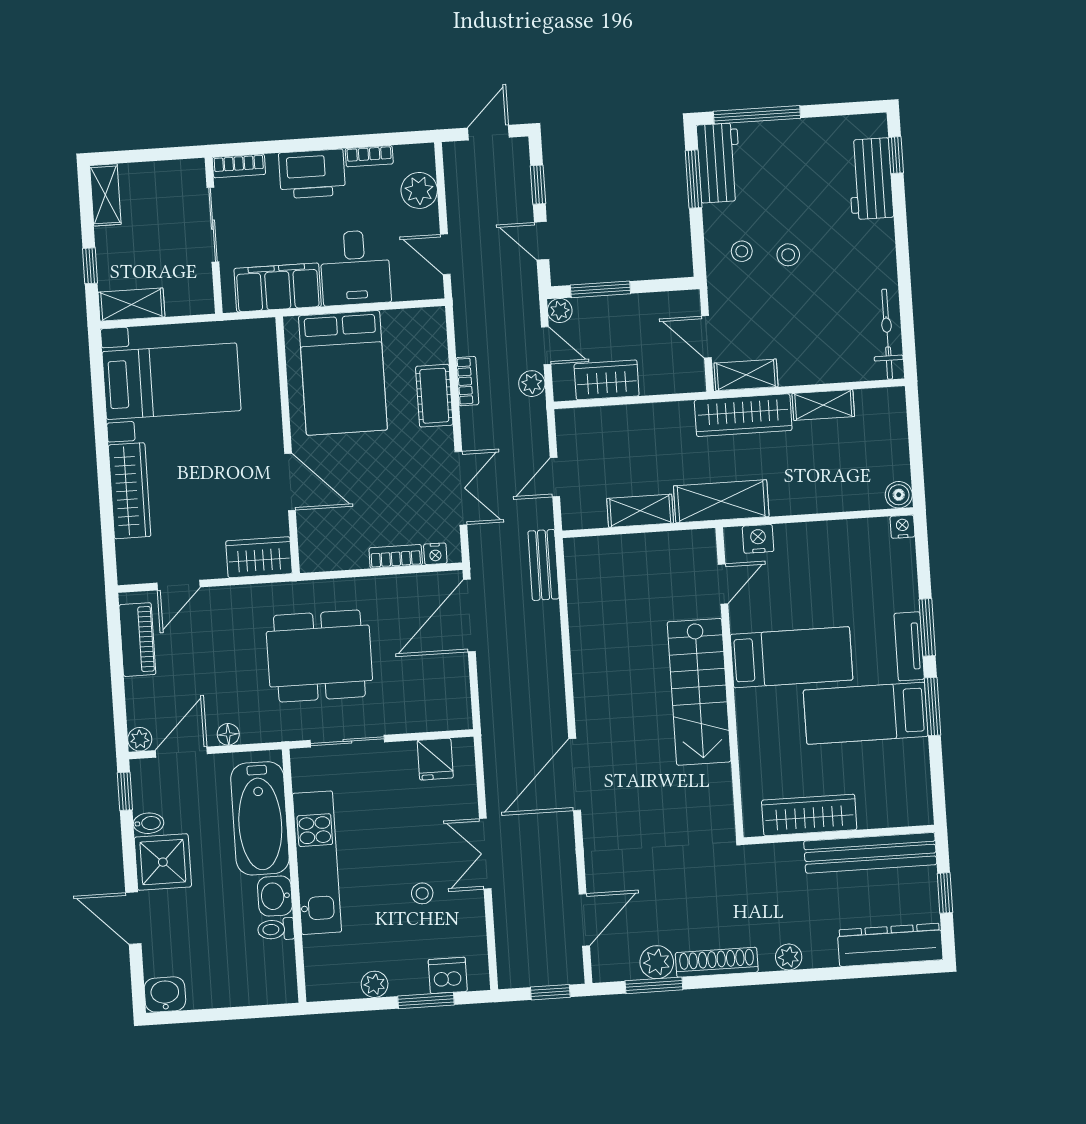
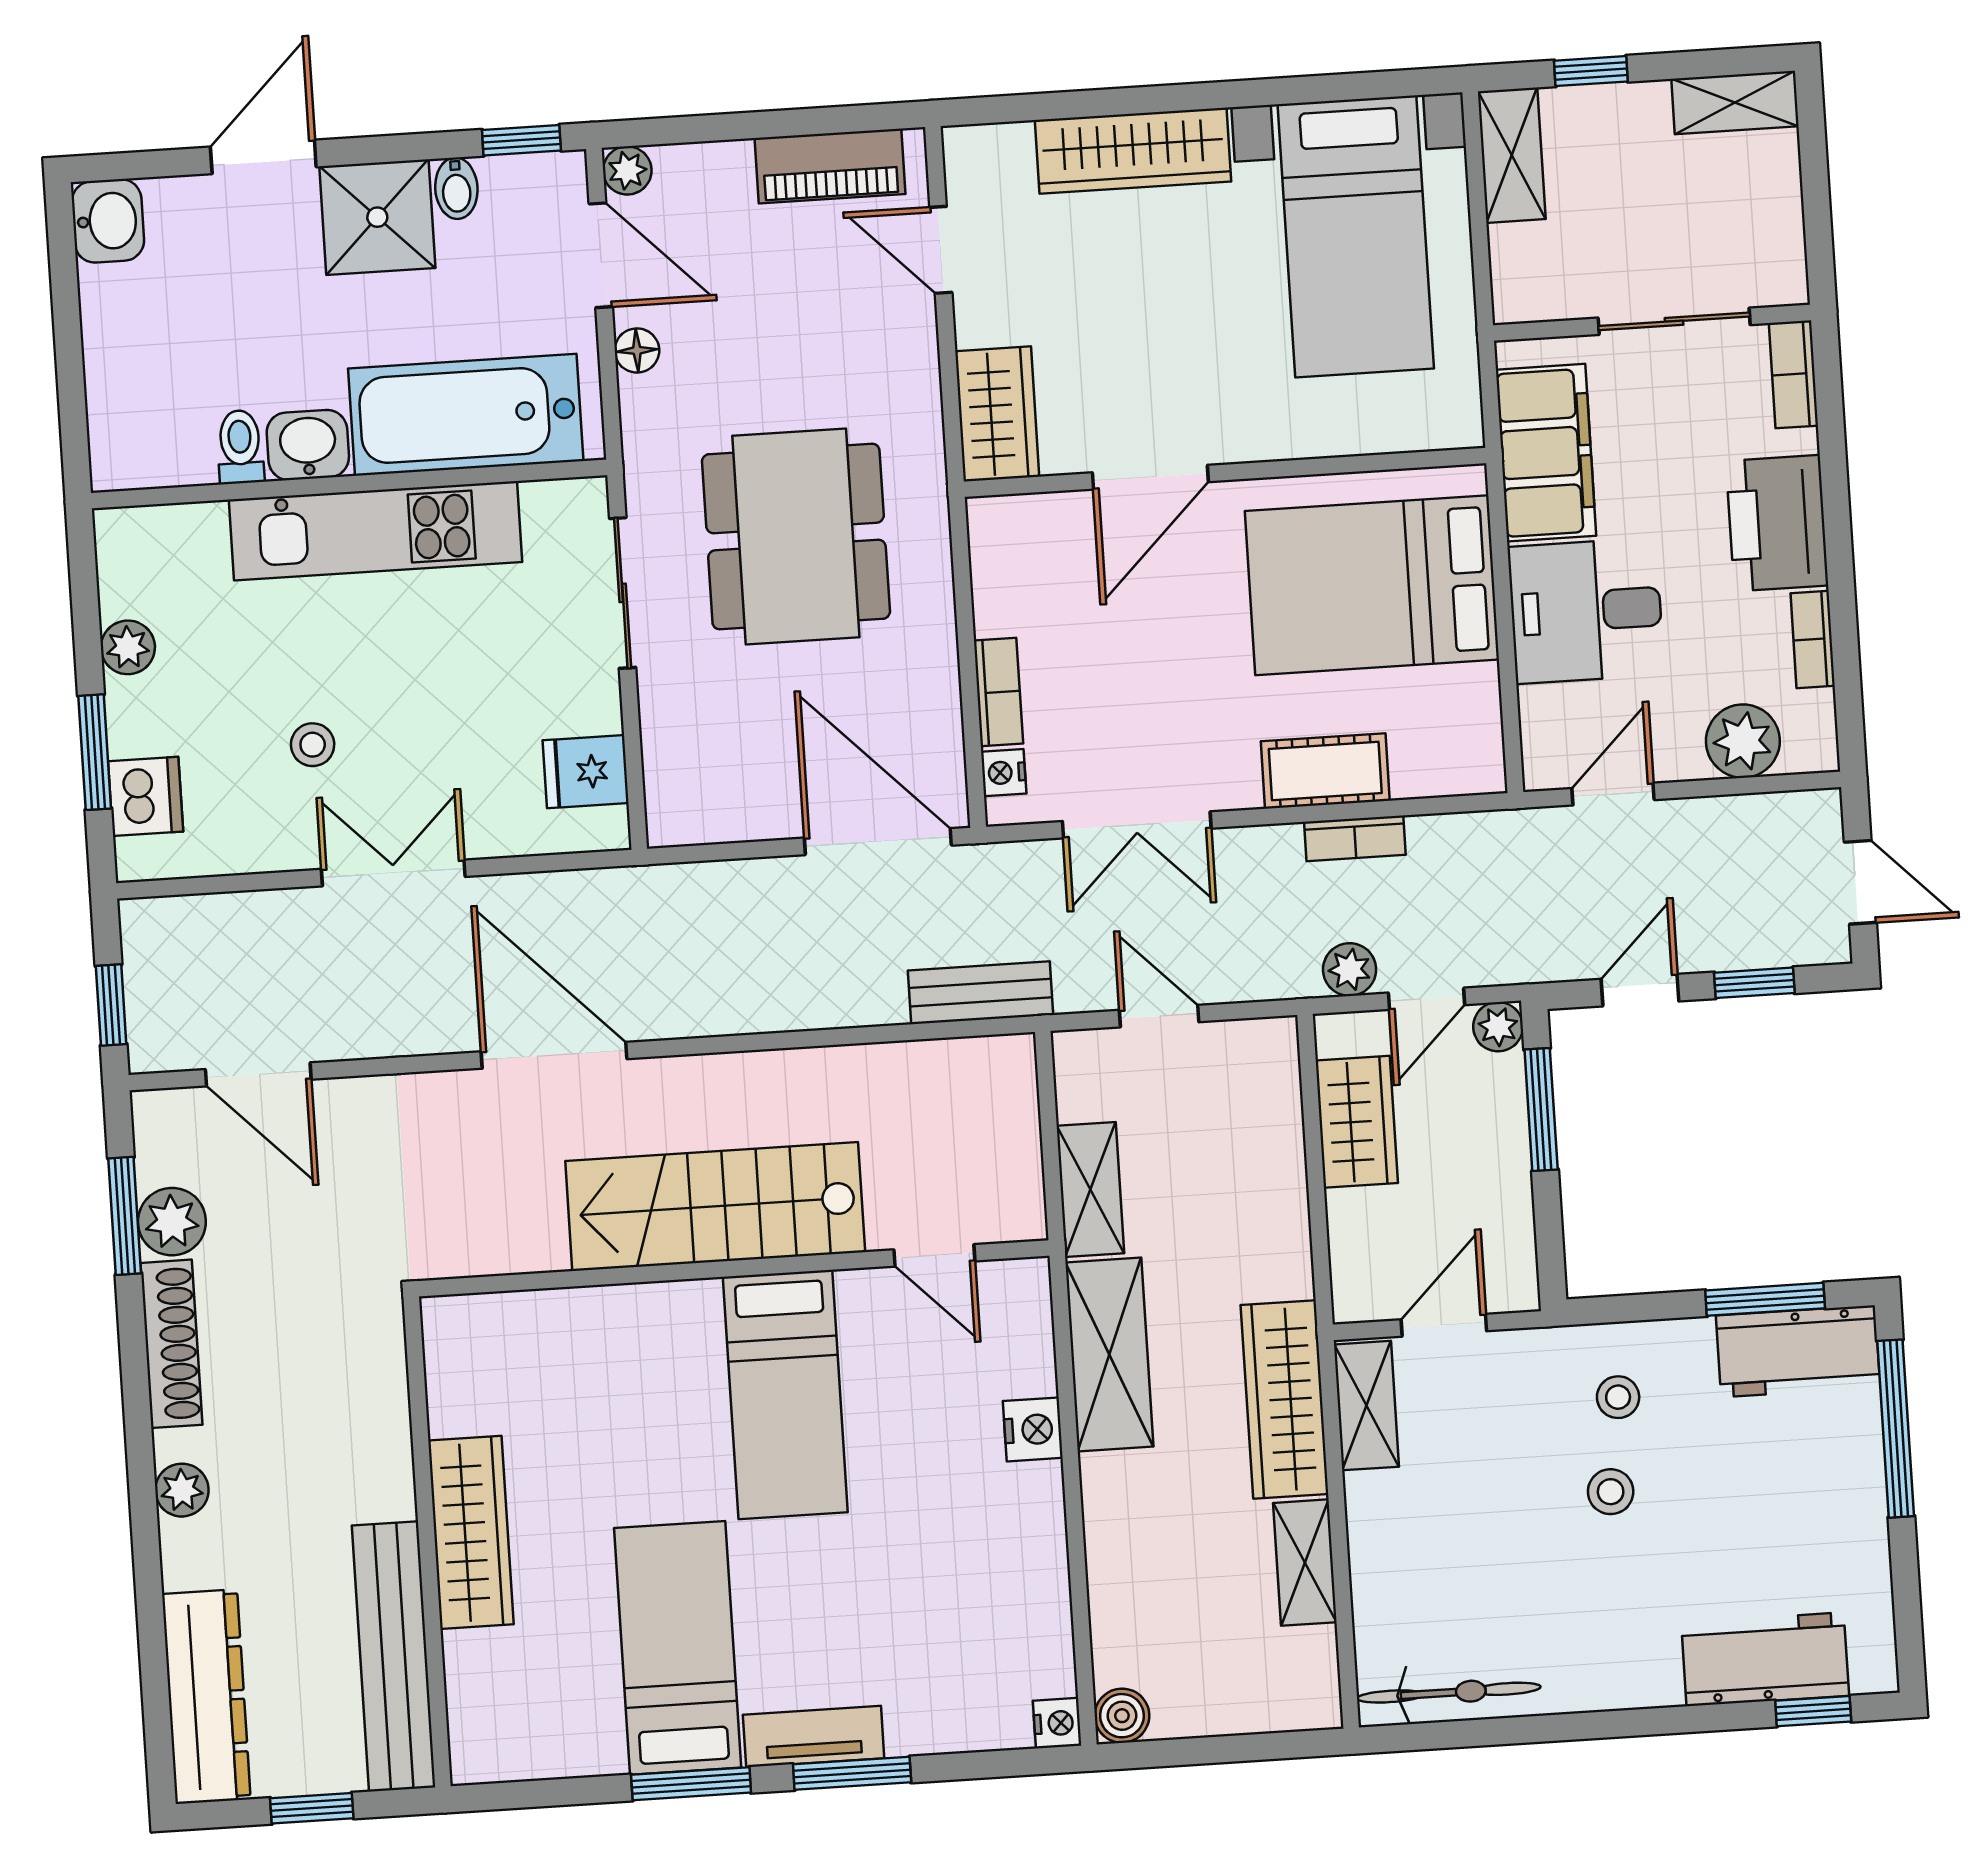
door: (723, 584) -> (934, 1255), moved
bed: (791, 657) -> (785, 1395), moved
wall: (730, 683) -> (734, 1268), moved
stairs: (699, 692) -> (715, 1206), moved

